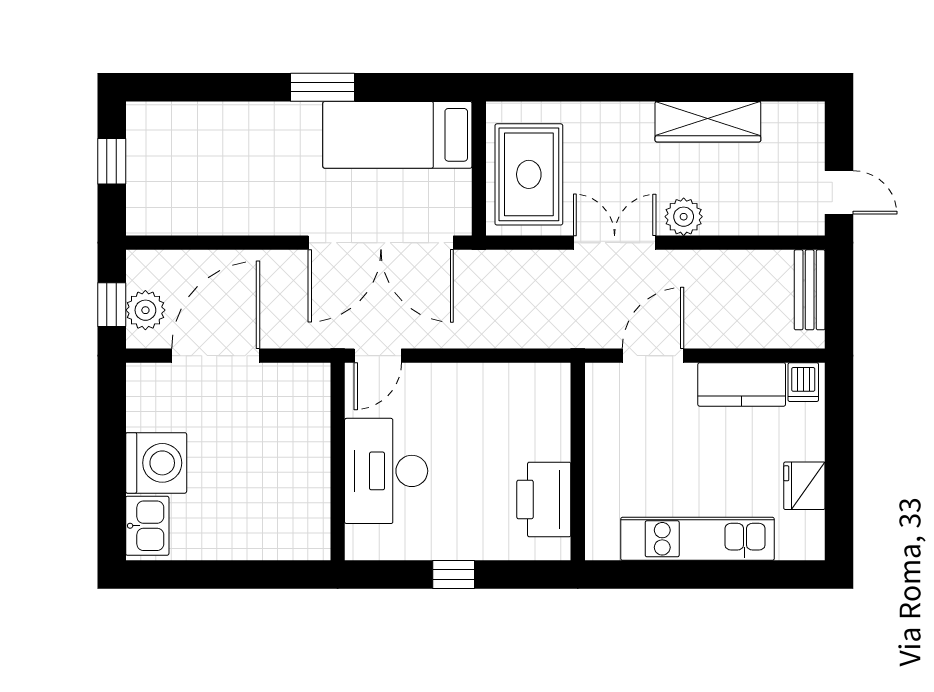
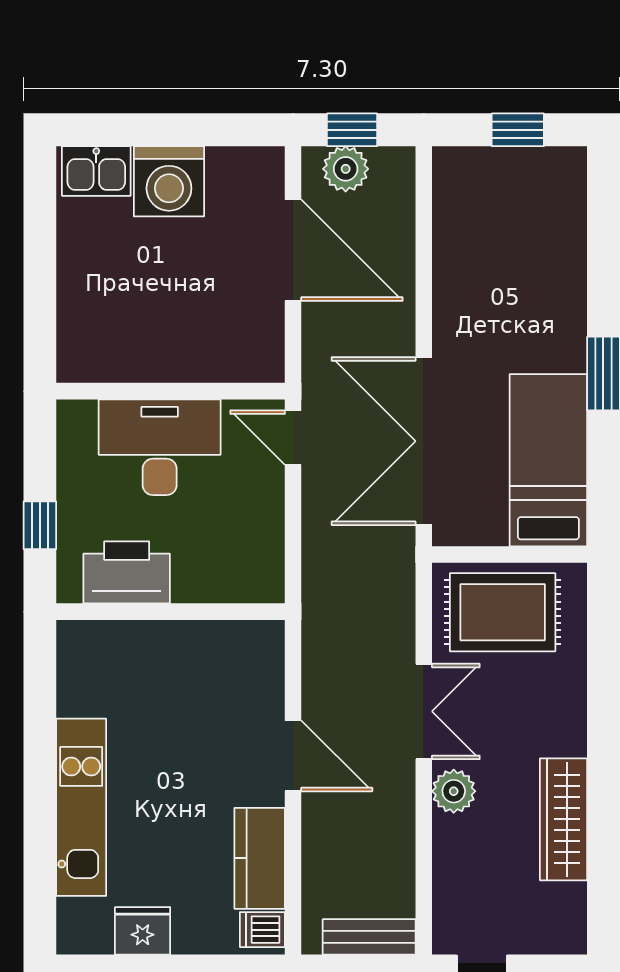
wall: (578, 462) -> (171, 612), moved
printer: (544, 499) -> (127, 572), moved

